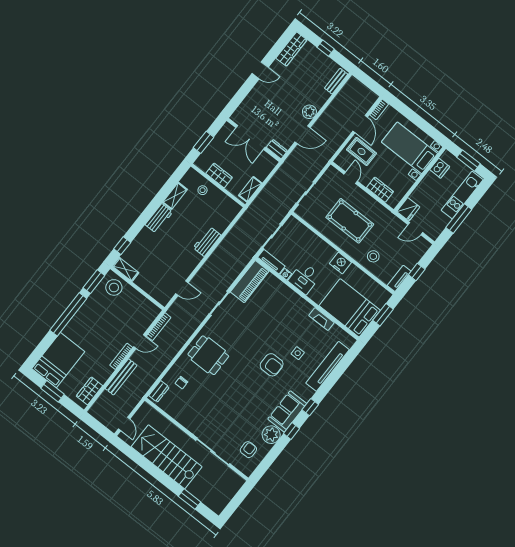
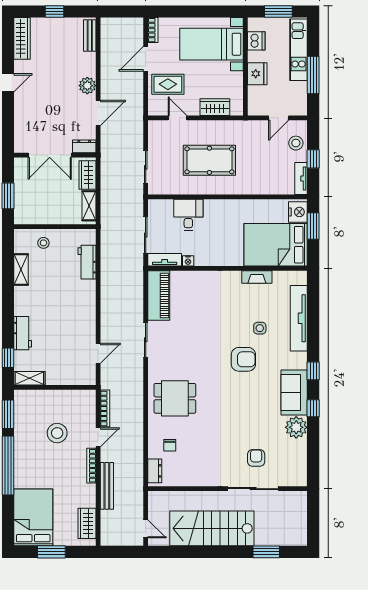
door: (360, 124) -> (146, 59), swing flipped
wardrobe: (219, 175) -> (87, 175), moved, turned -90
fridge: (408, 209) -> (257, 74), moved
workbench: (159, 218) -> (23, 333), moved
workbench: (207, 242) -> (87, 262), moved
stool: (373, 256) -> (296, 143), moved
nightstand: (340, 263) -> (298, 212), moved, turned 90
desk: (304, 278) -> (188, 215), moved, turned 180
stool: (114, 287) -> (57, 433), moved
armchair: (248, 450) -> (256, 458), moved

